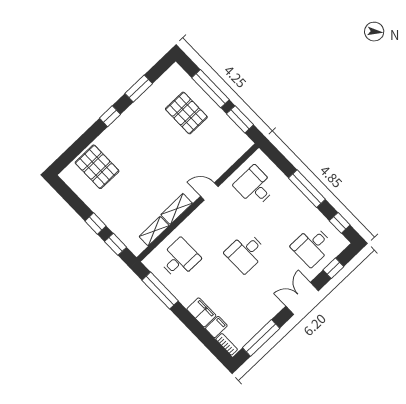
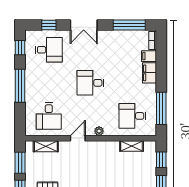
door: (209, 191) -> (78, 138), swing flipped
shelving: (177, 209) -> (46, 146), moved
plant: (196, 216) -> (99, 131), added
desk: (246, 252) -> (91, 83), turned 180

